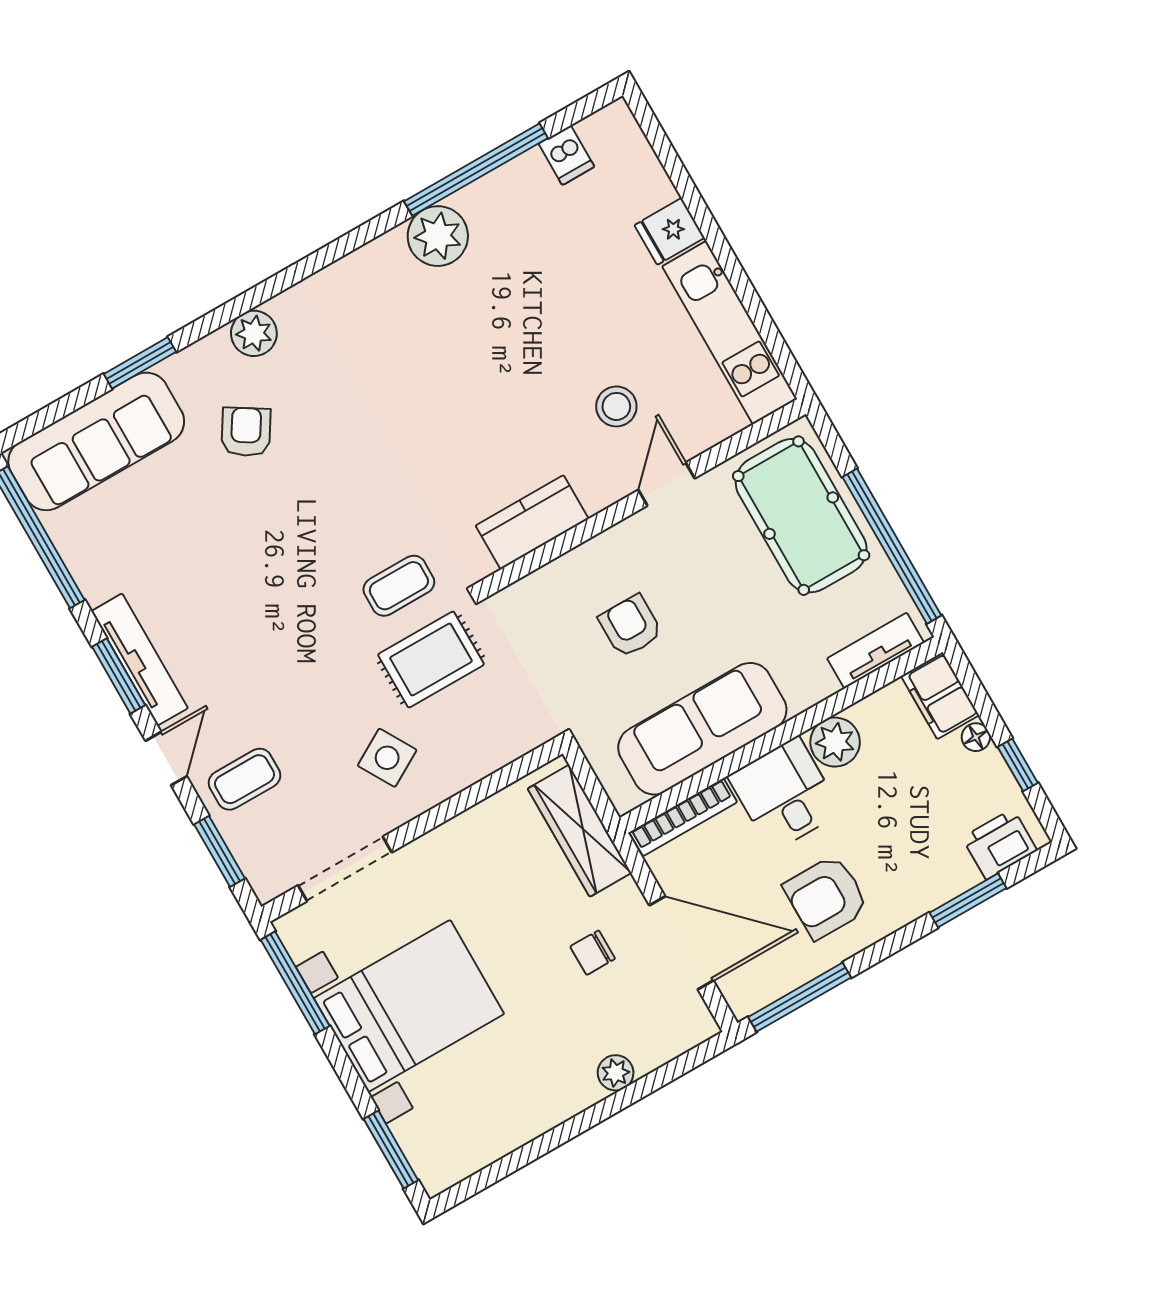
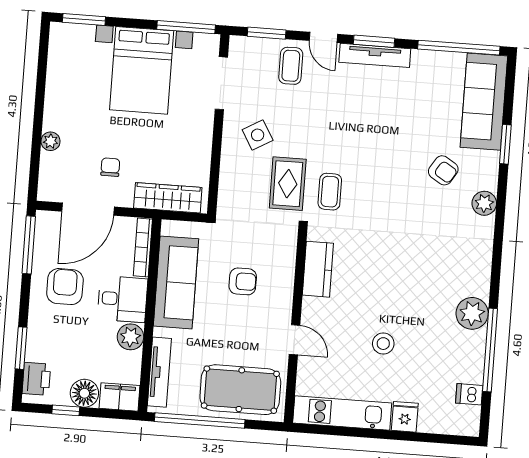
stool: (616, 406) -> (383, 344), moved
tv unit: (876, 651) -> (159, 372), width x1.41
floor lamp: (976, 737) -> (84, 393), width x1.89, depth x1.89

